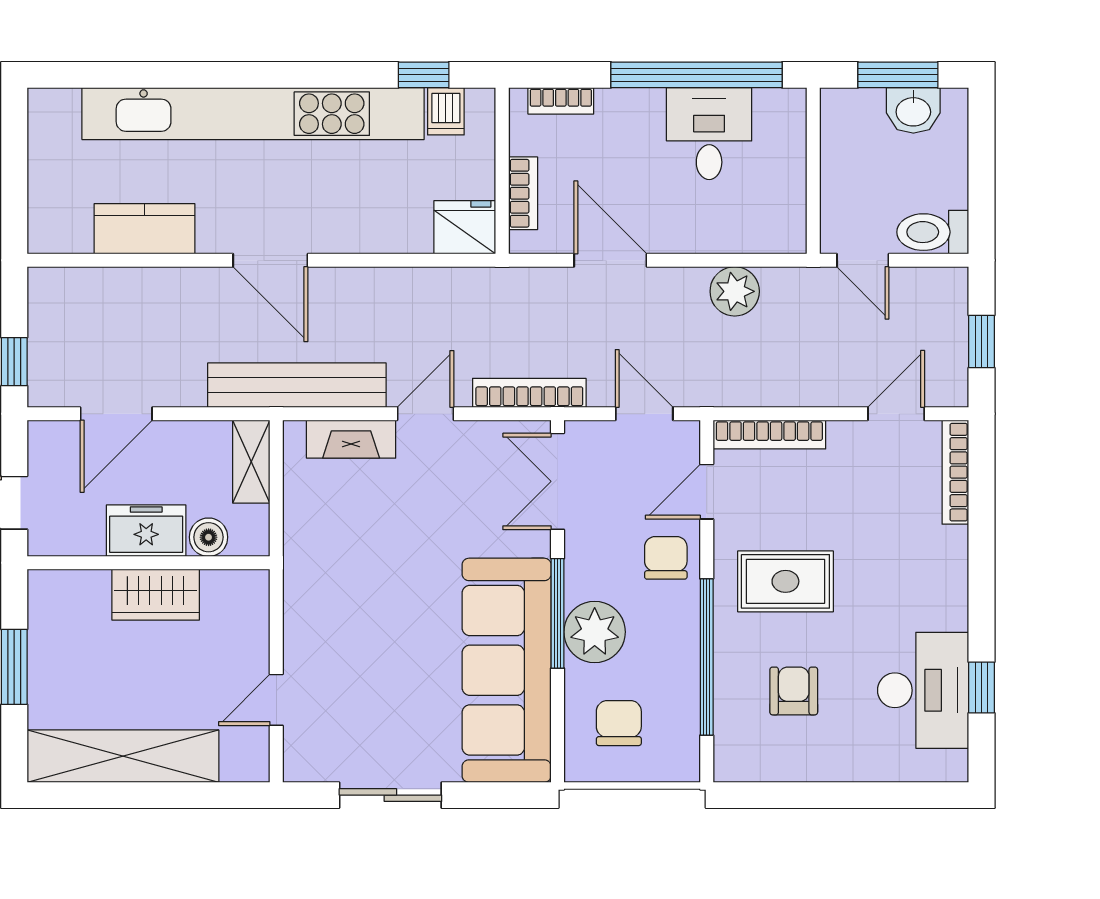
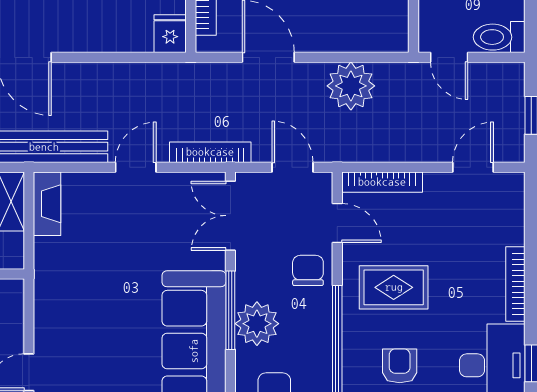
fridge: (465, 227) -> (170, 34), width x0.72
plant: (735, 291) -> (351, 86), width x1.36, depth x1.36
fireplace: (351, 439) -> (47, 204), moved, turned -90
bookcase: (955, 472) -> (515, 284), moved
door: (707, 492) -> (337, 223), swing flipped

